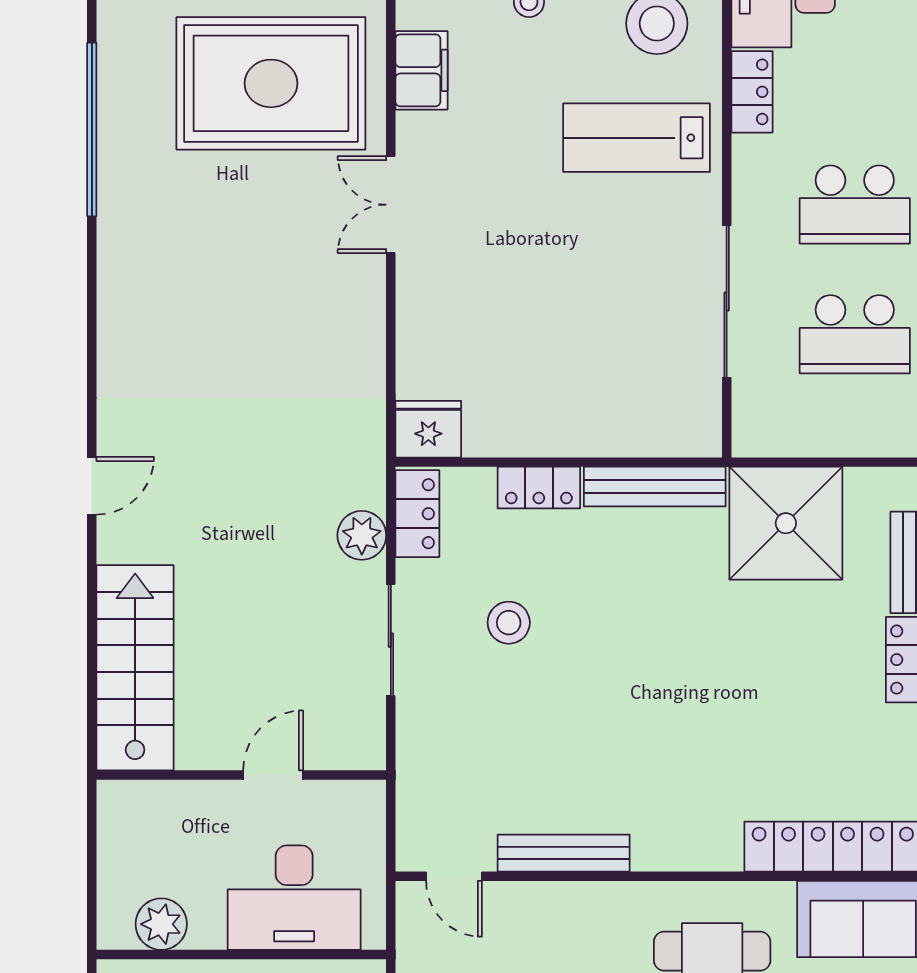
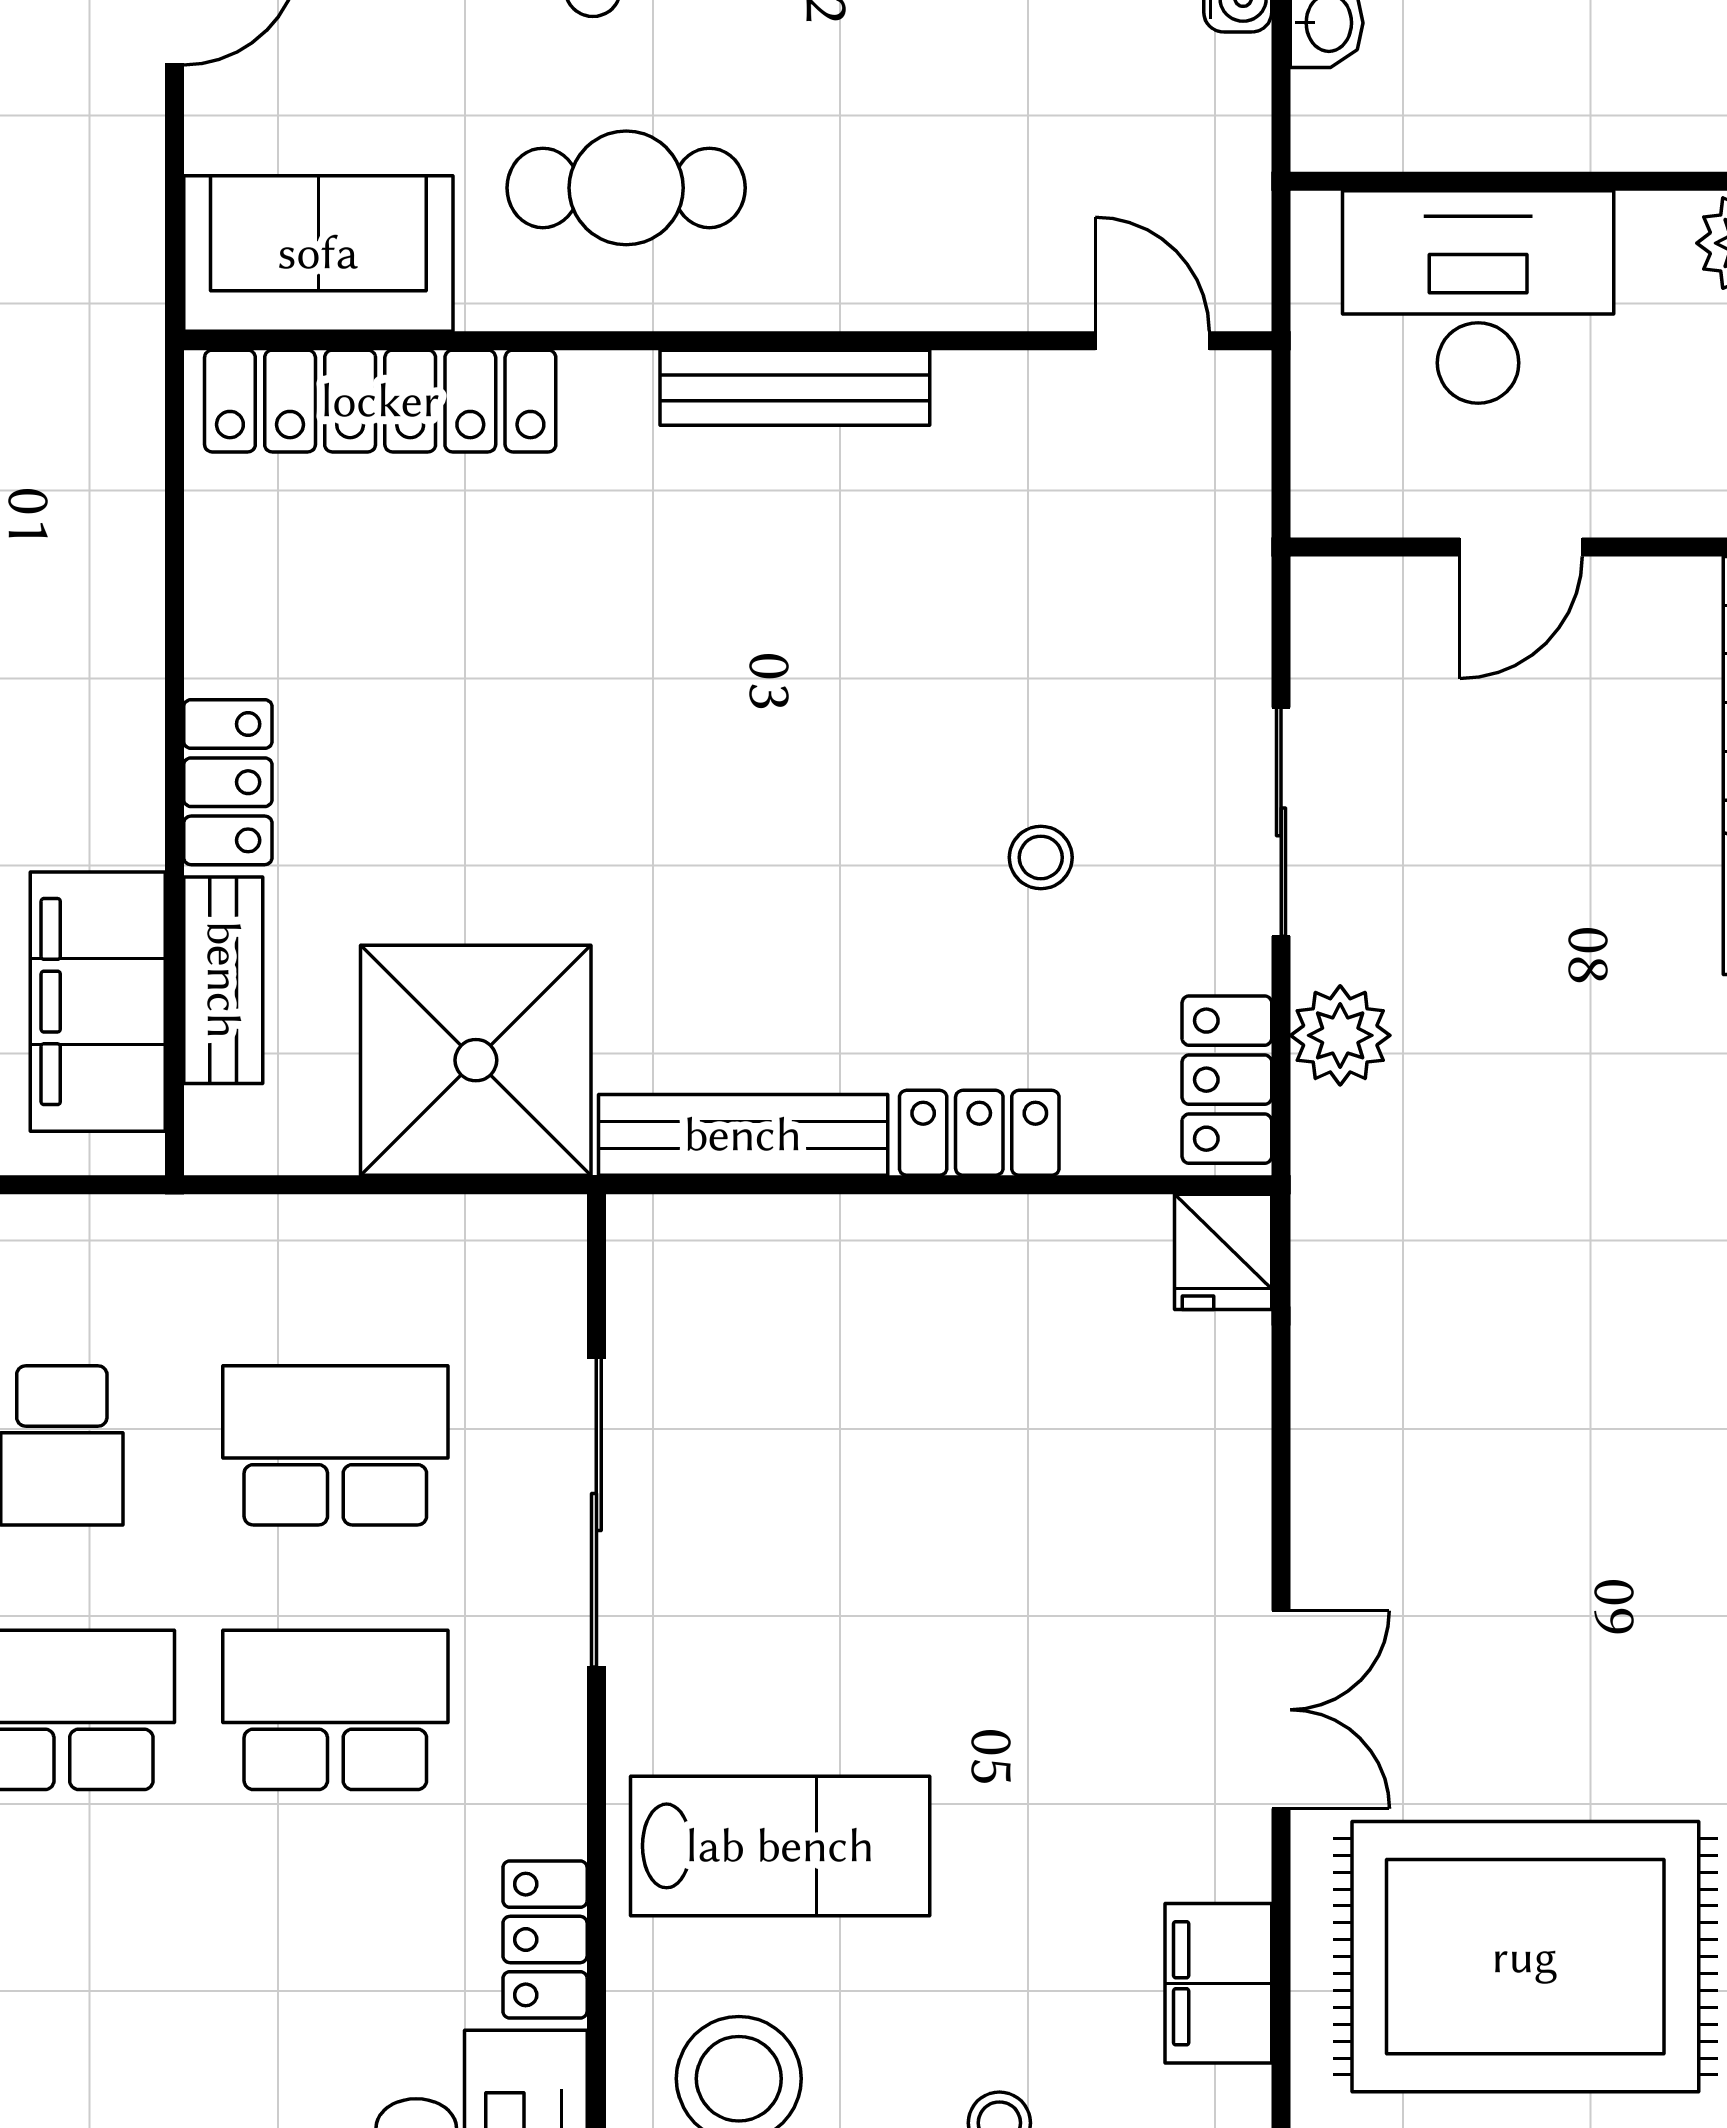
fridge: (428, 429) -> (1223, 1252), width x0.72
stool: (509, 623) -> (1041, 857), width x0.73, depth x0.73
bench: (564, 853) -> (795, 388), moved

